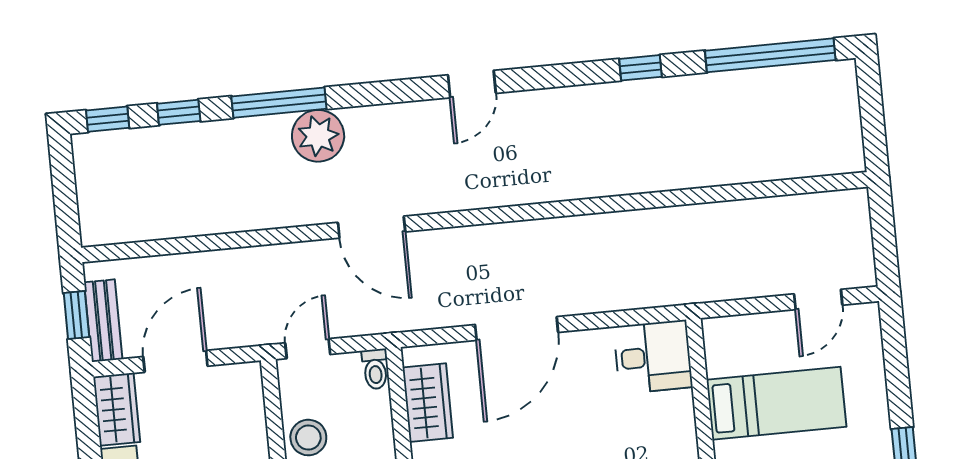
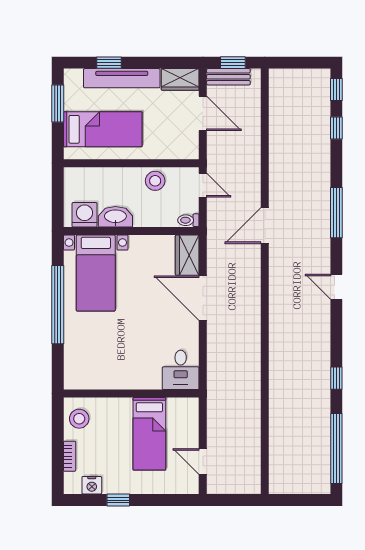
window: (279, 103) -> (336, 213), moved
plant: (318, 136) -> (317, 202), removed
wardrobe: (428, 403) -> (187, 255), moved, turned 90

